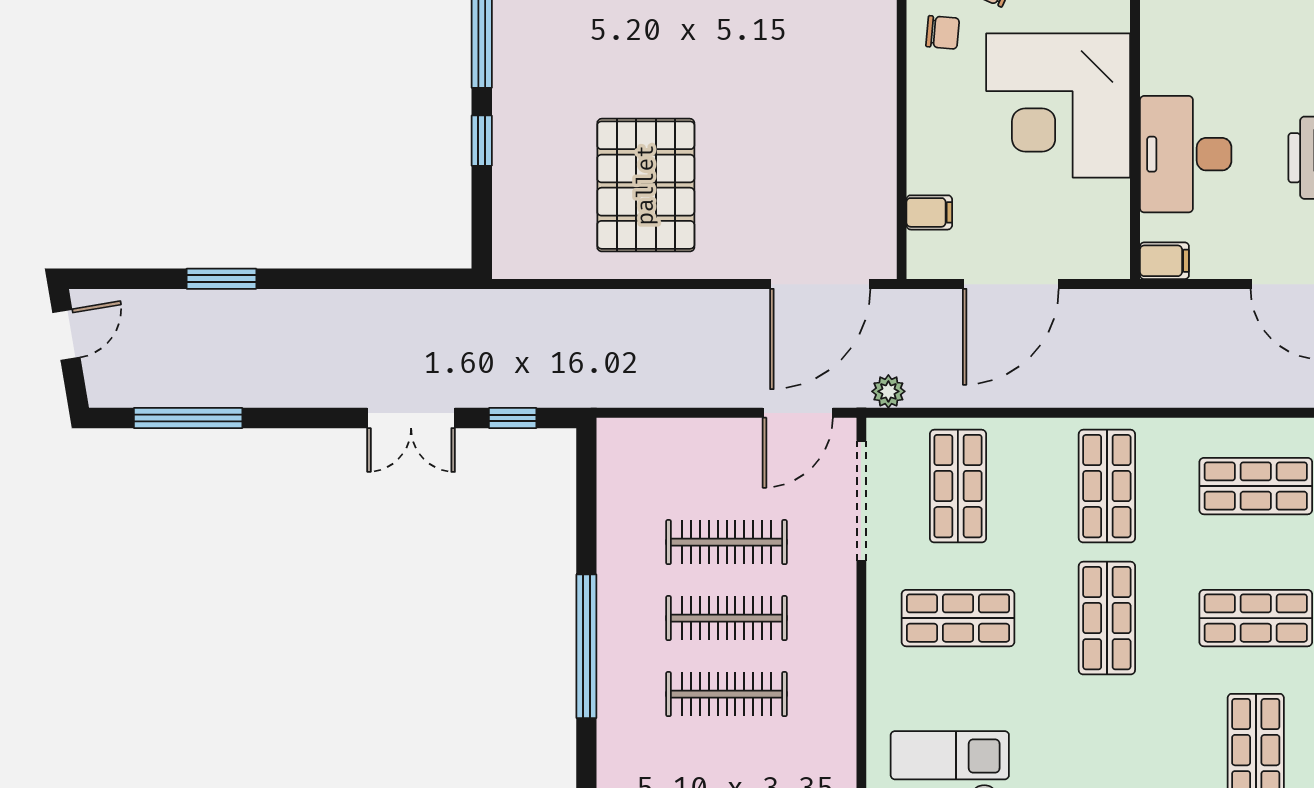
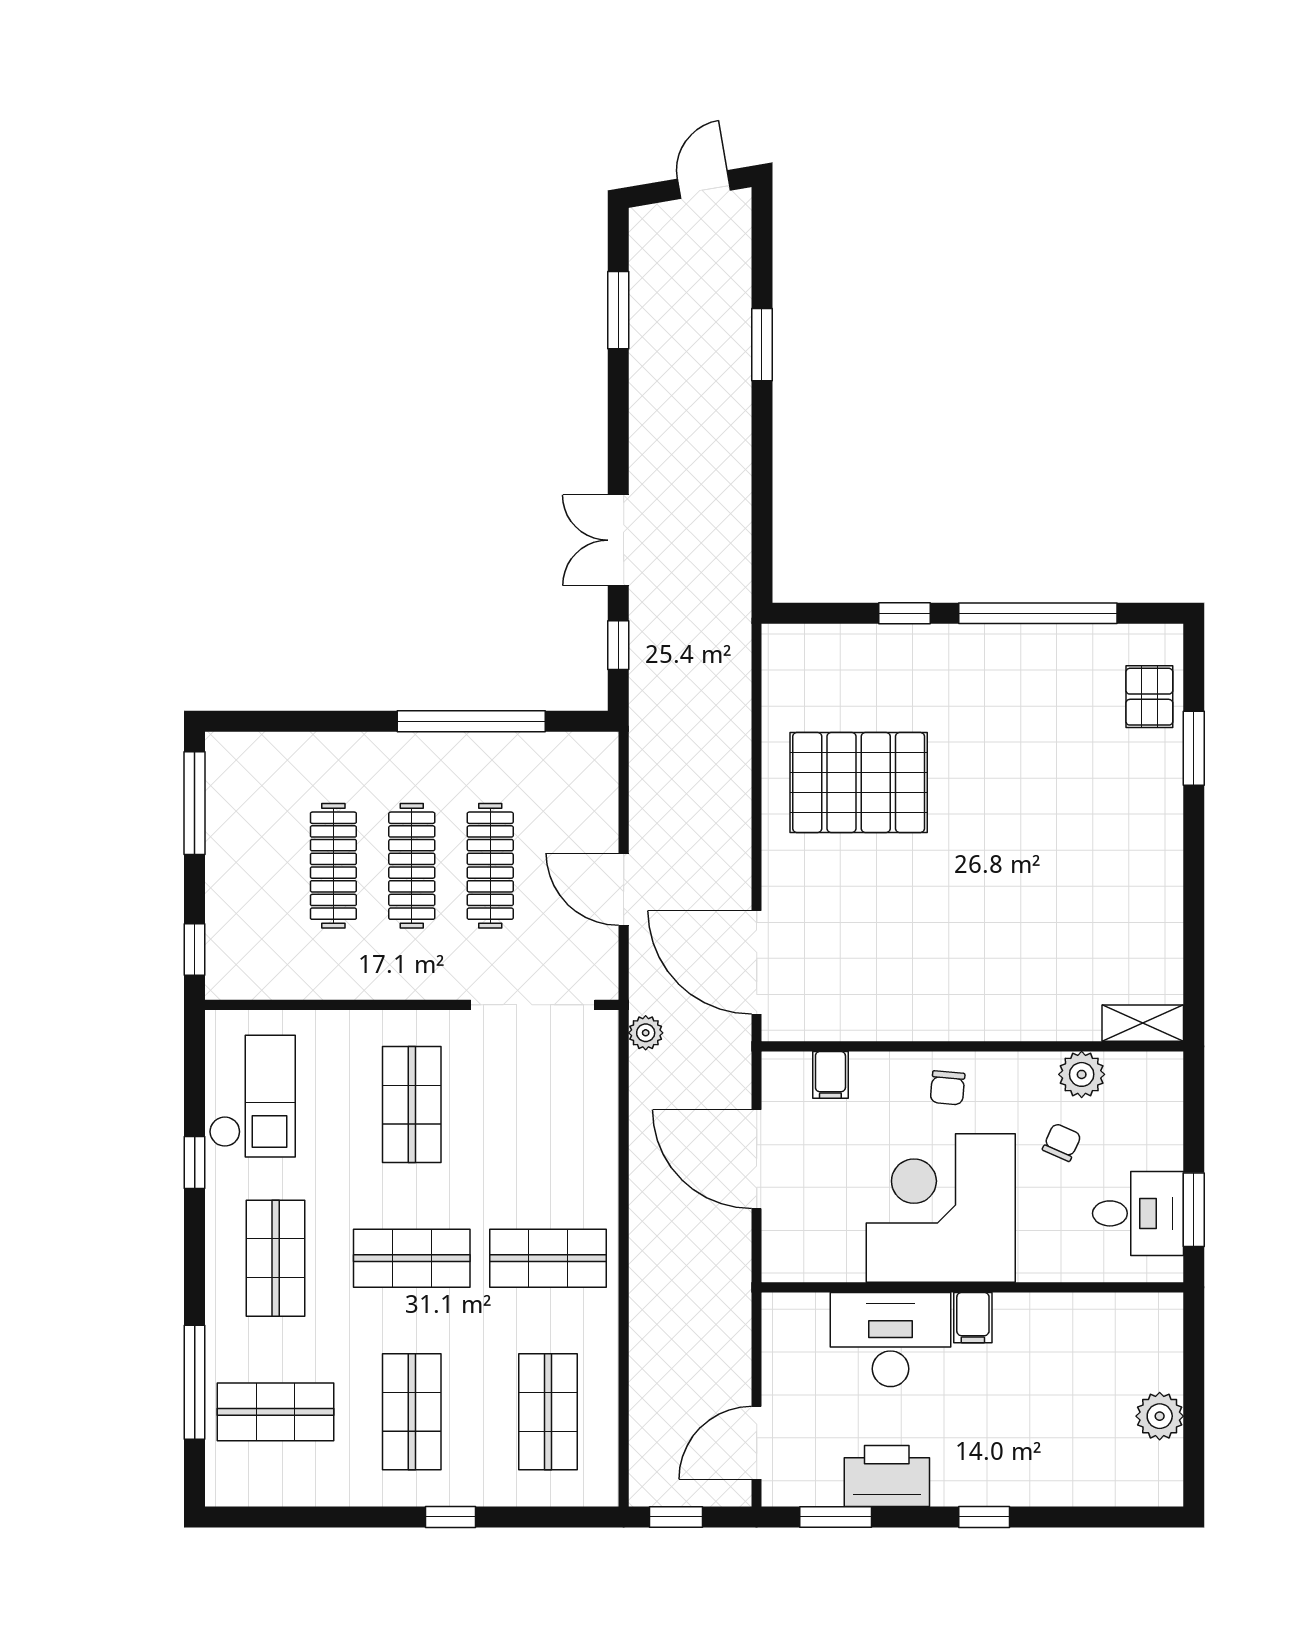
chair: (943, 32) -> (948, 1088), moved
filing cabinet: (1164, 261) -> (973, 1318), moved
door: (66, 335) -> (704, 185), swing flipped
door: (798, 413) -> (624, 889), moved
window: (188, 418) -> (618, 310), width x0.69
shop shelf: (958, 486) -> (276, 1258), moved, turned 90
window: (586, 646) -> (471, 721), moved

